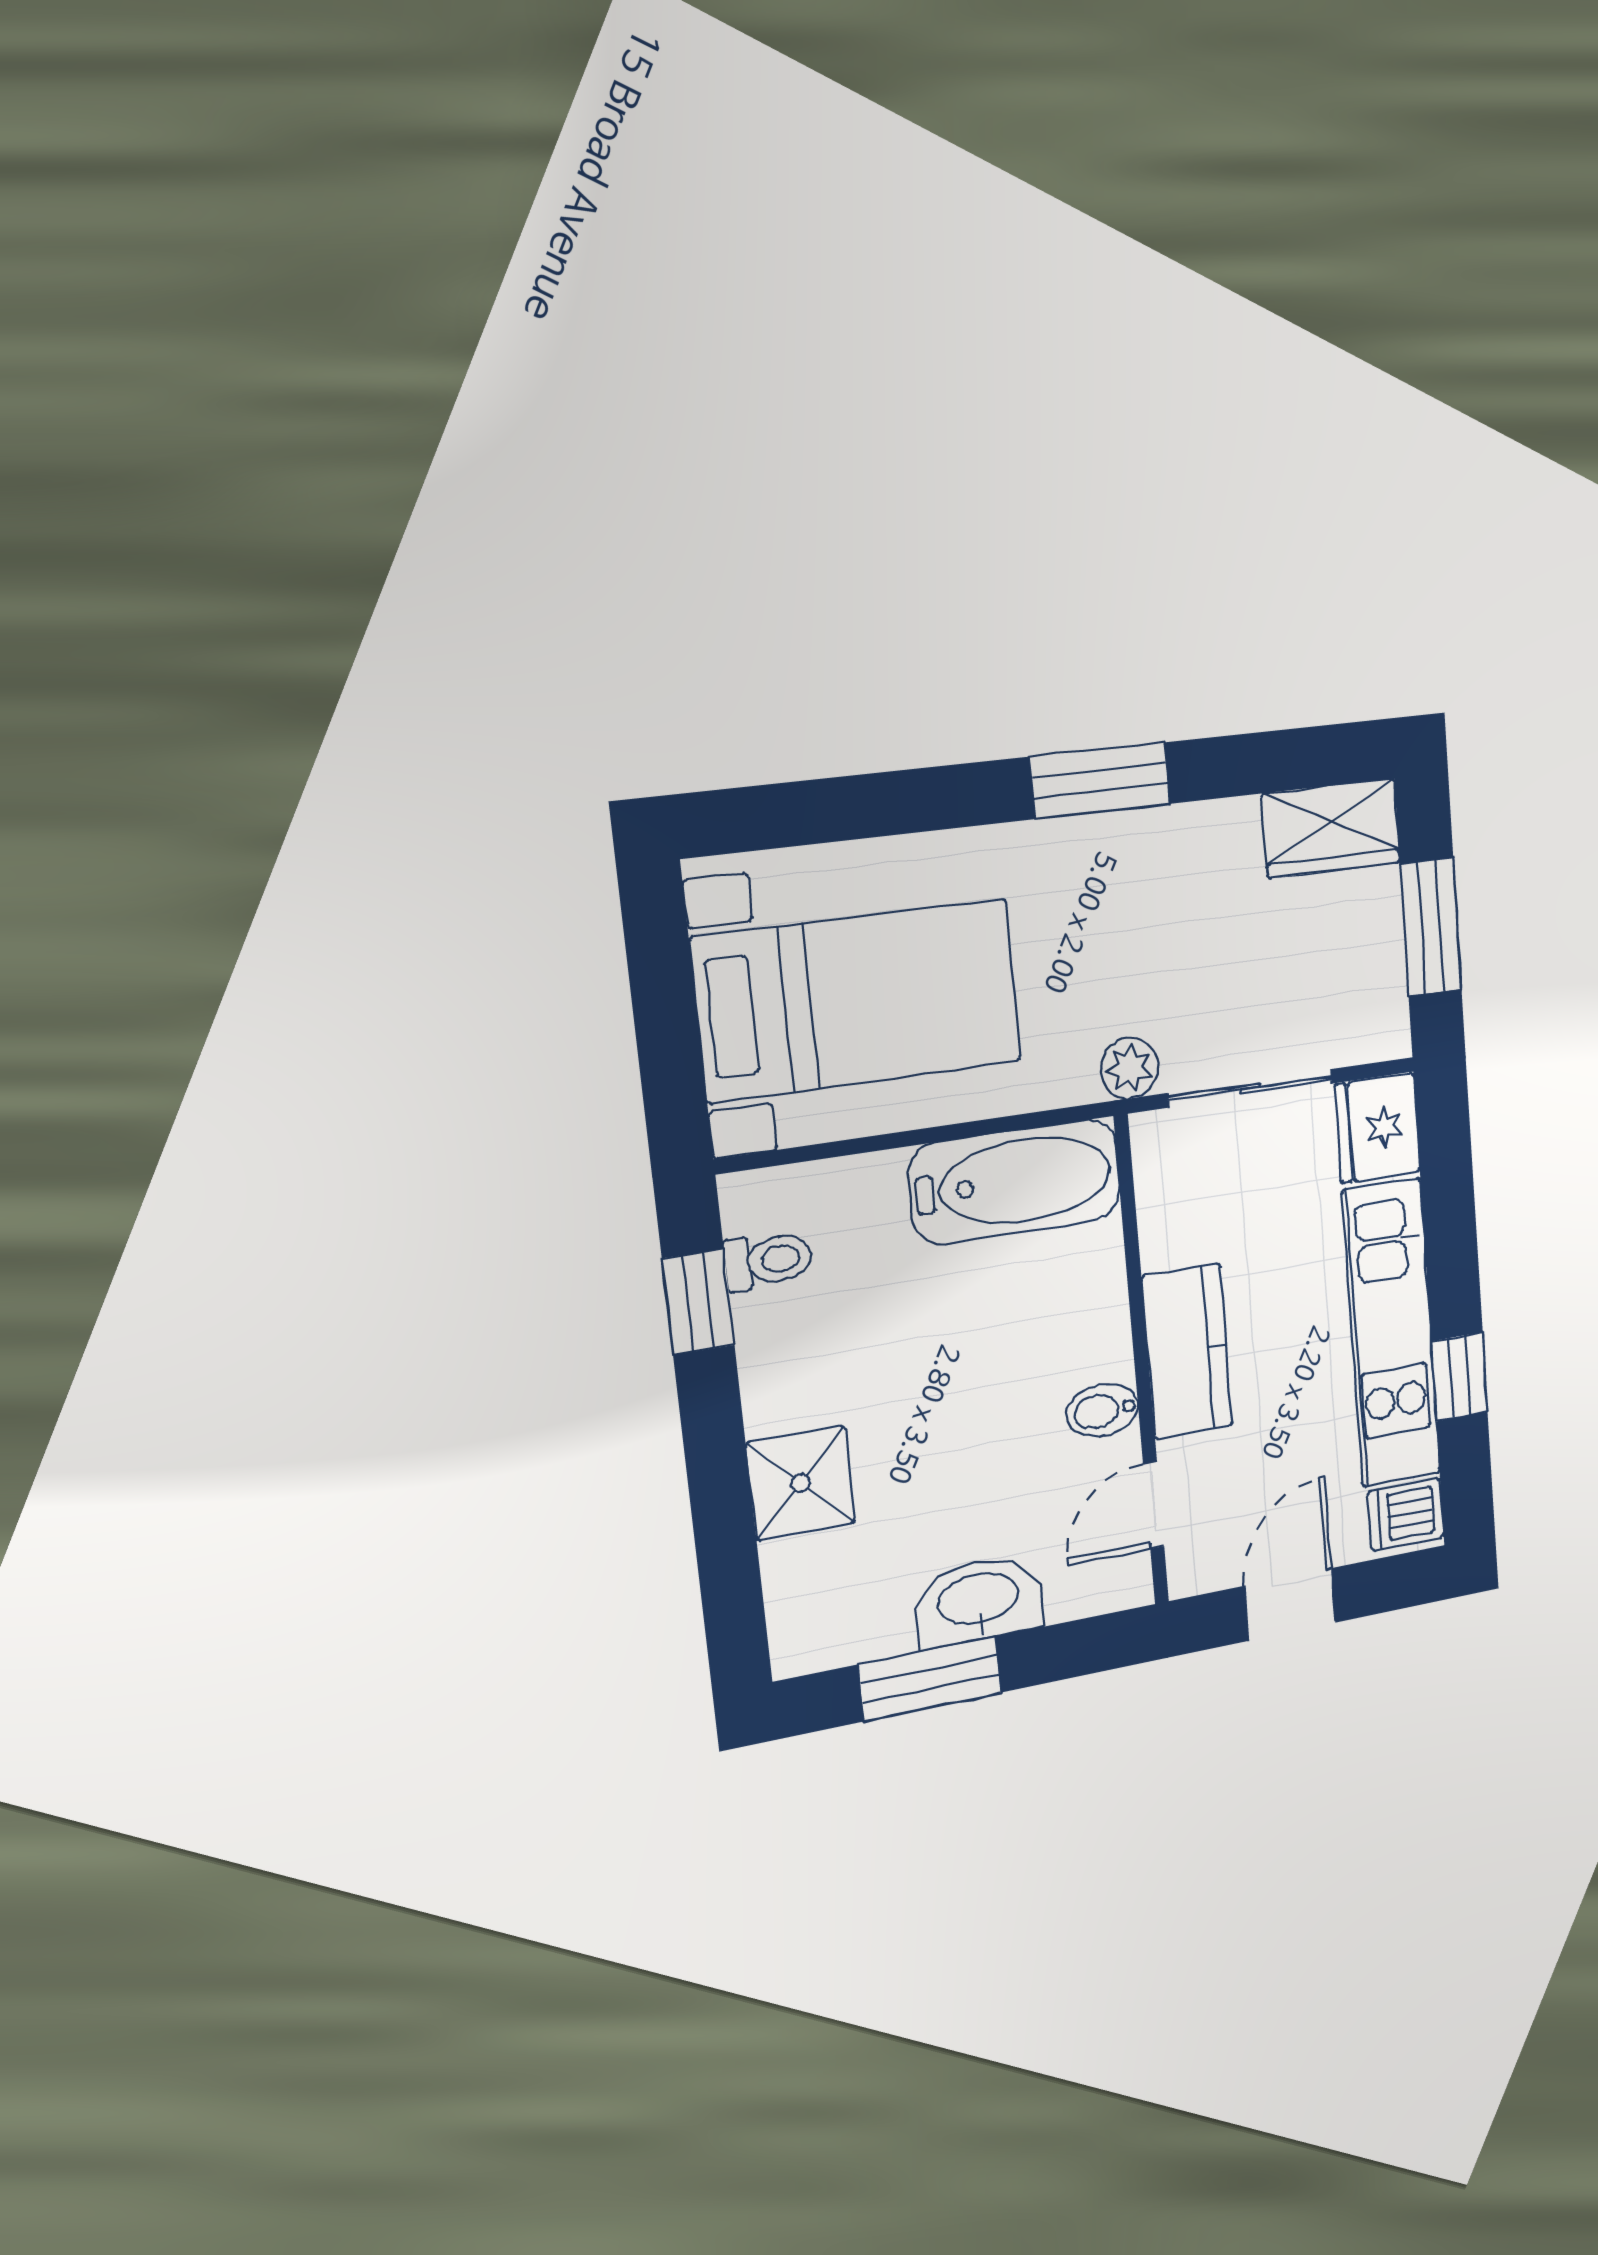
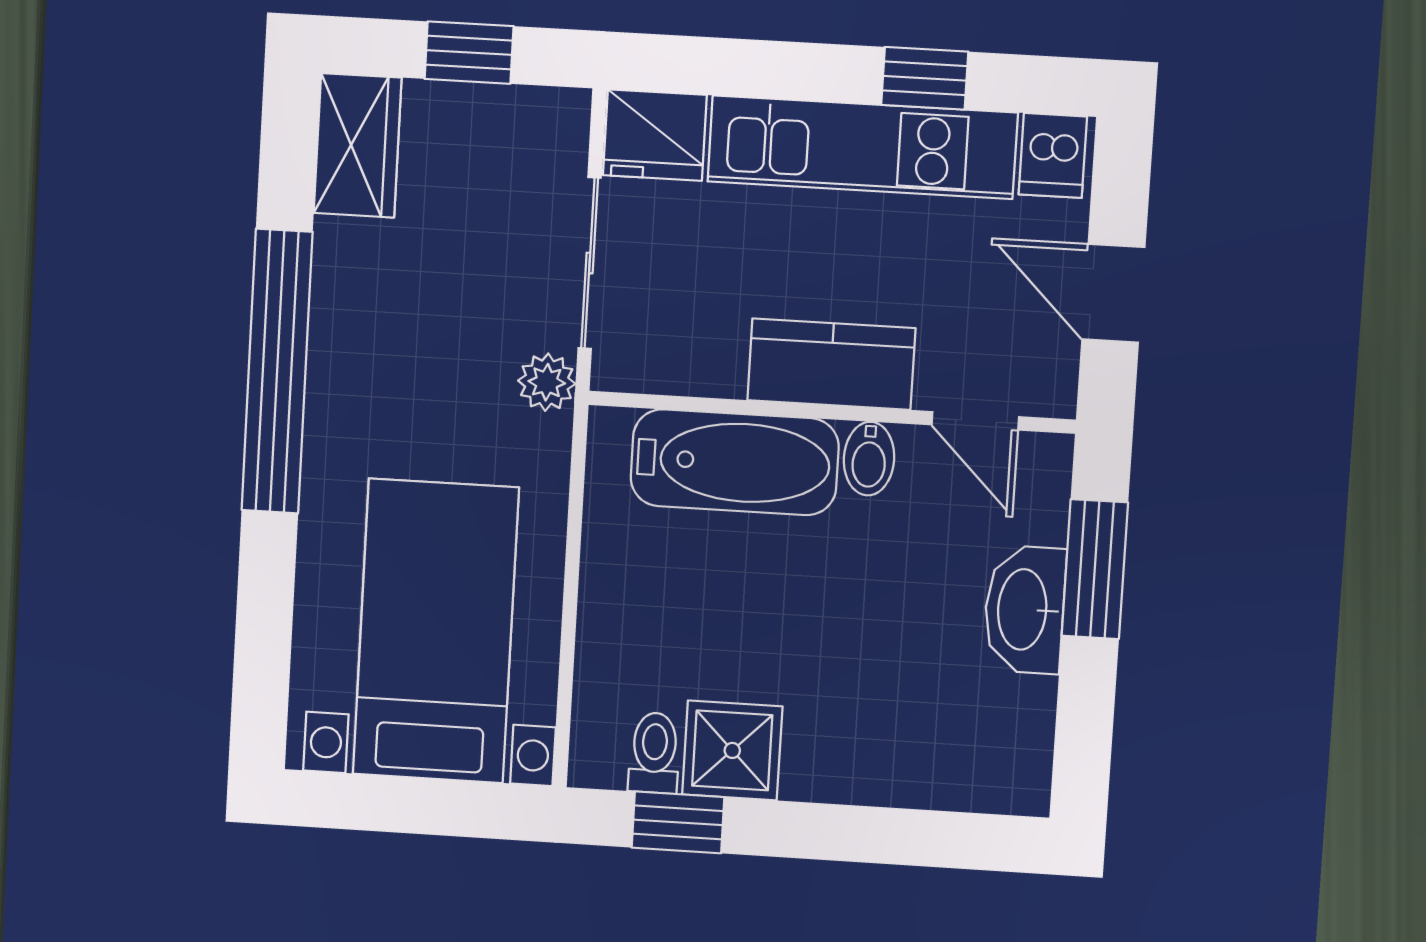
window: (1100, 780) -> (277, 371), width x2.11
window: (1431, 927) -> (469, 53), width x0.67
bathtub: (1015, 1182) -> (735, 462), moved, turned 90
shower: (801, 1483) -> (732, 750), moved
window: (930, 1679) -> (1095, 569), moved

